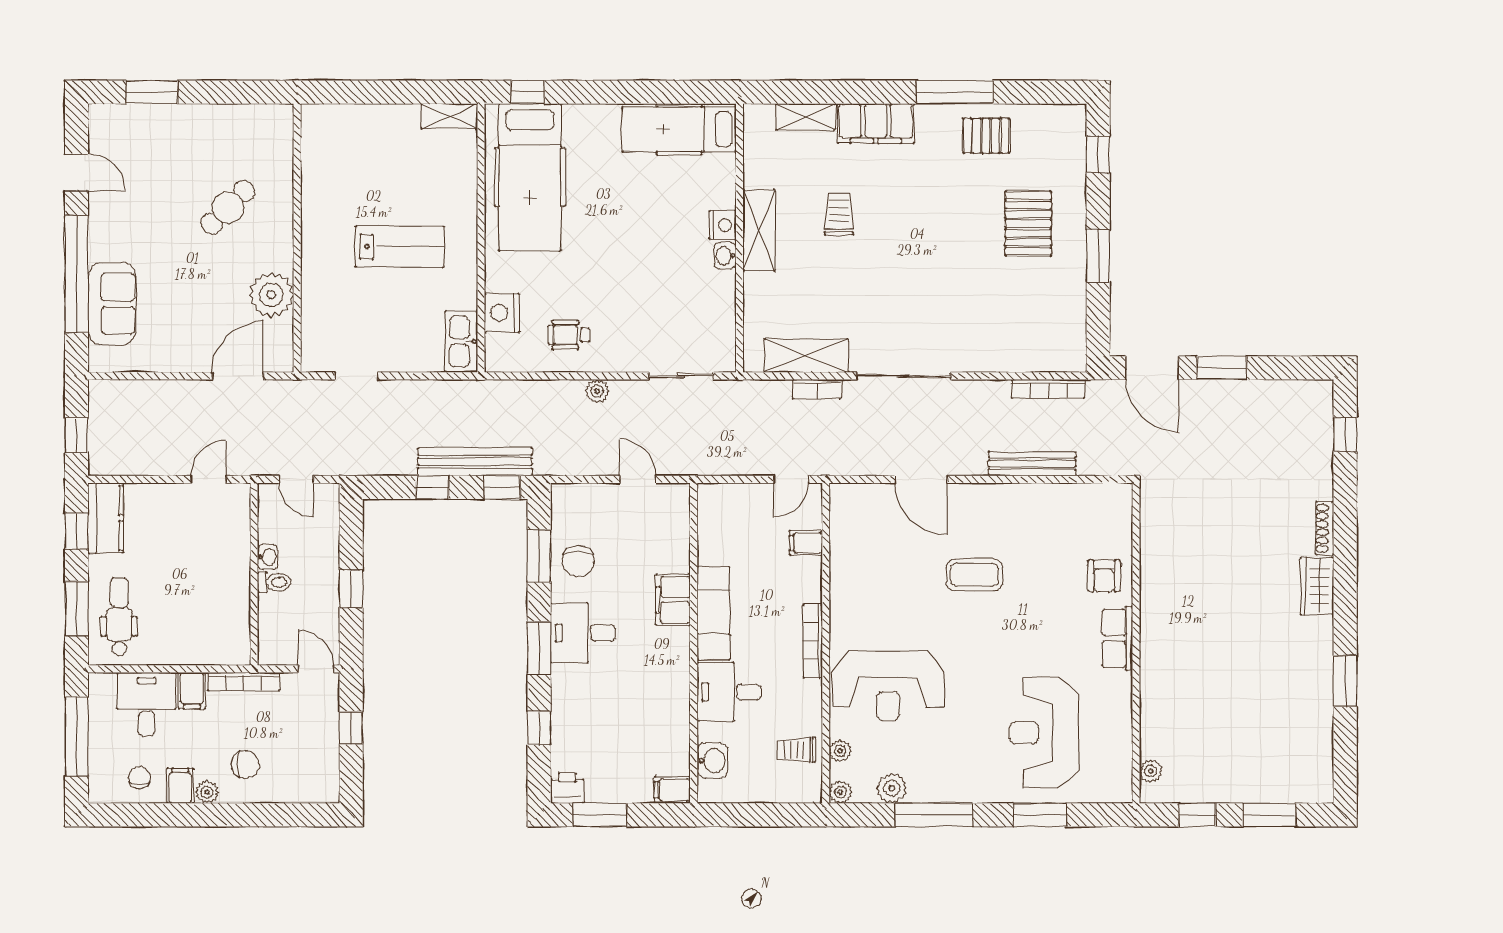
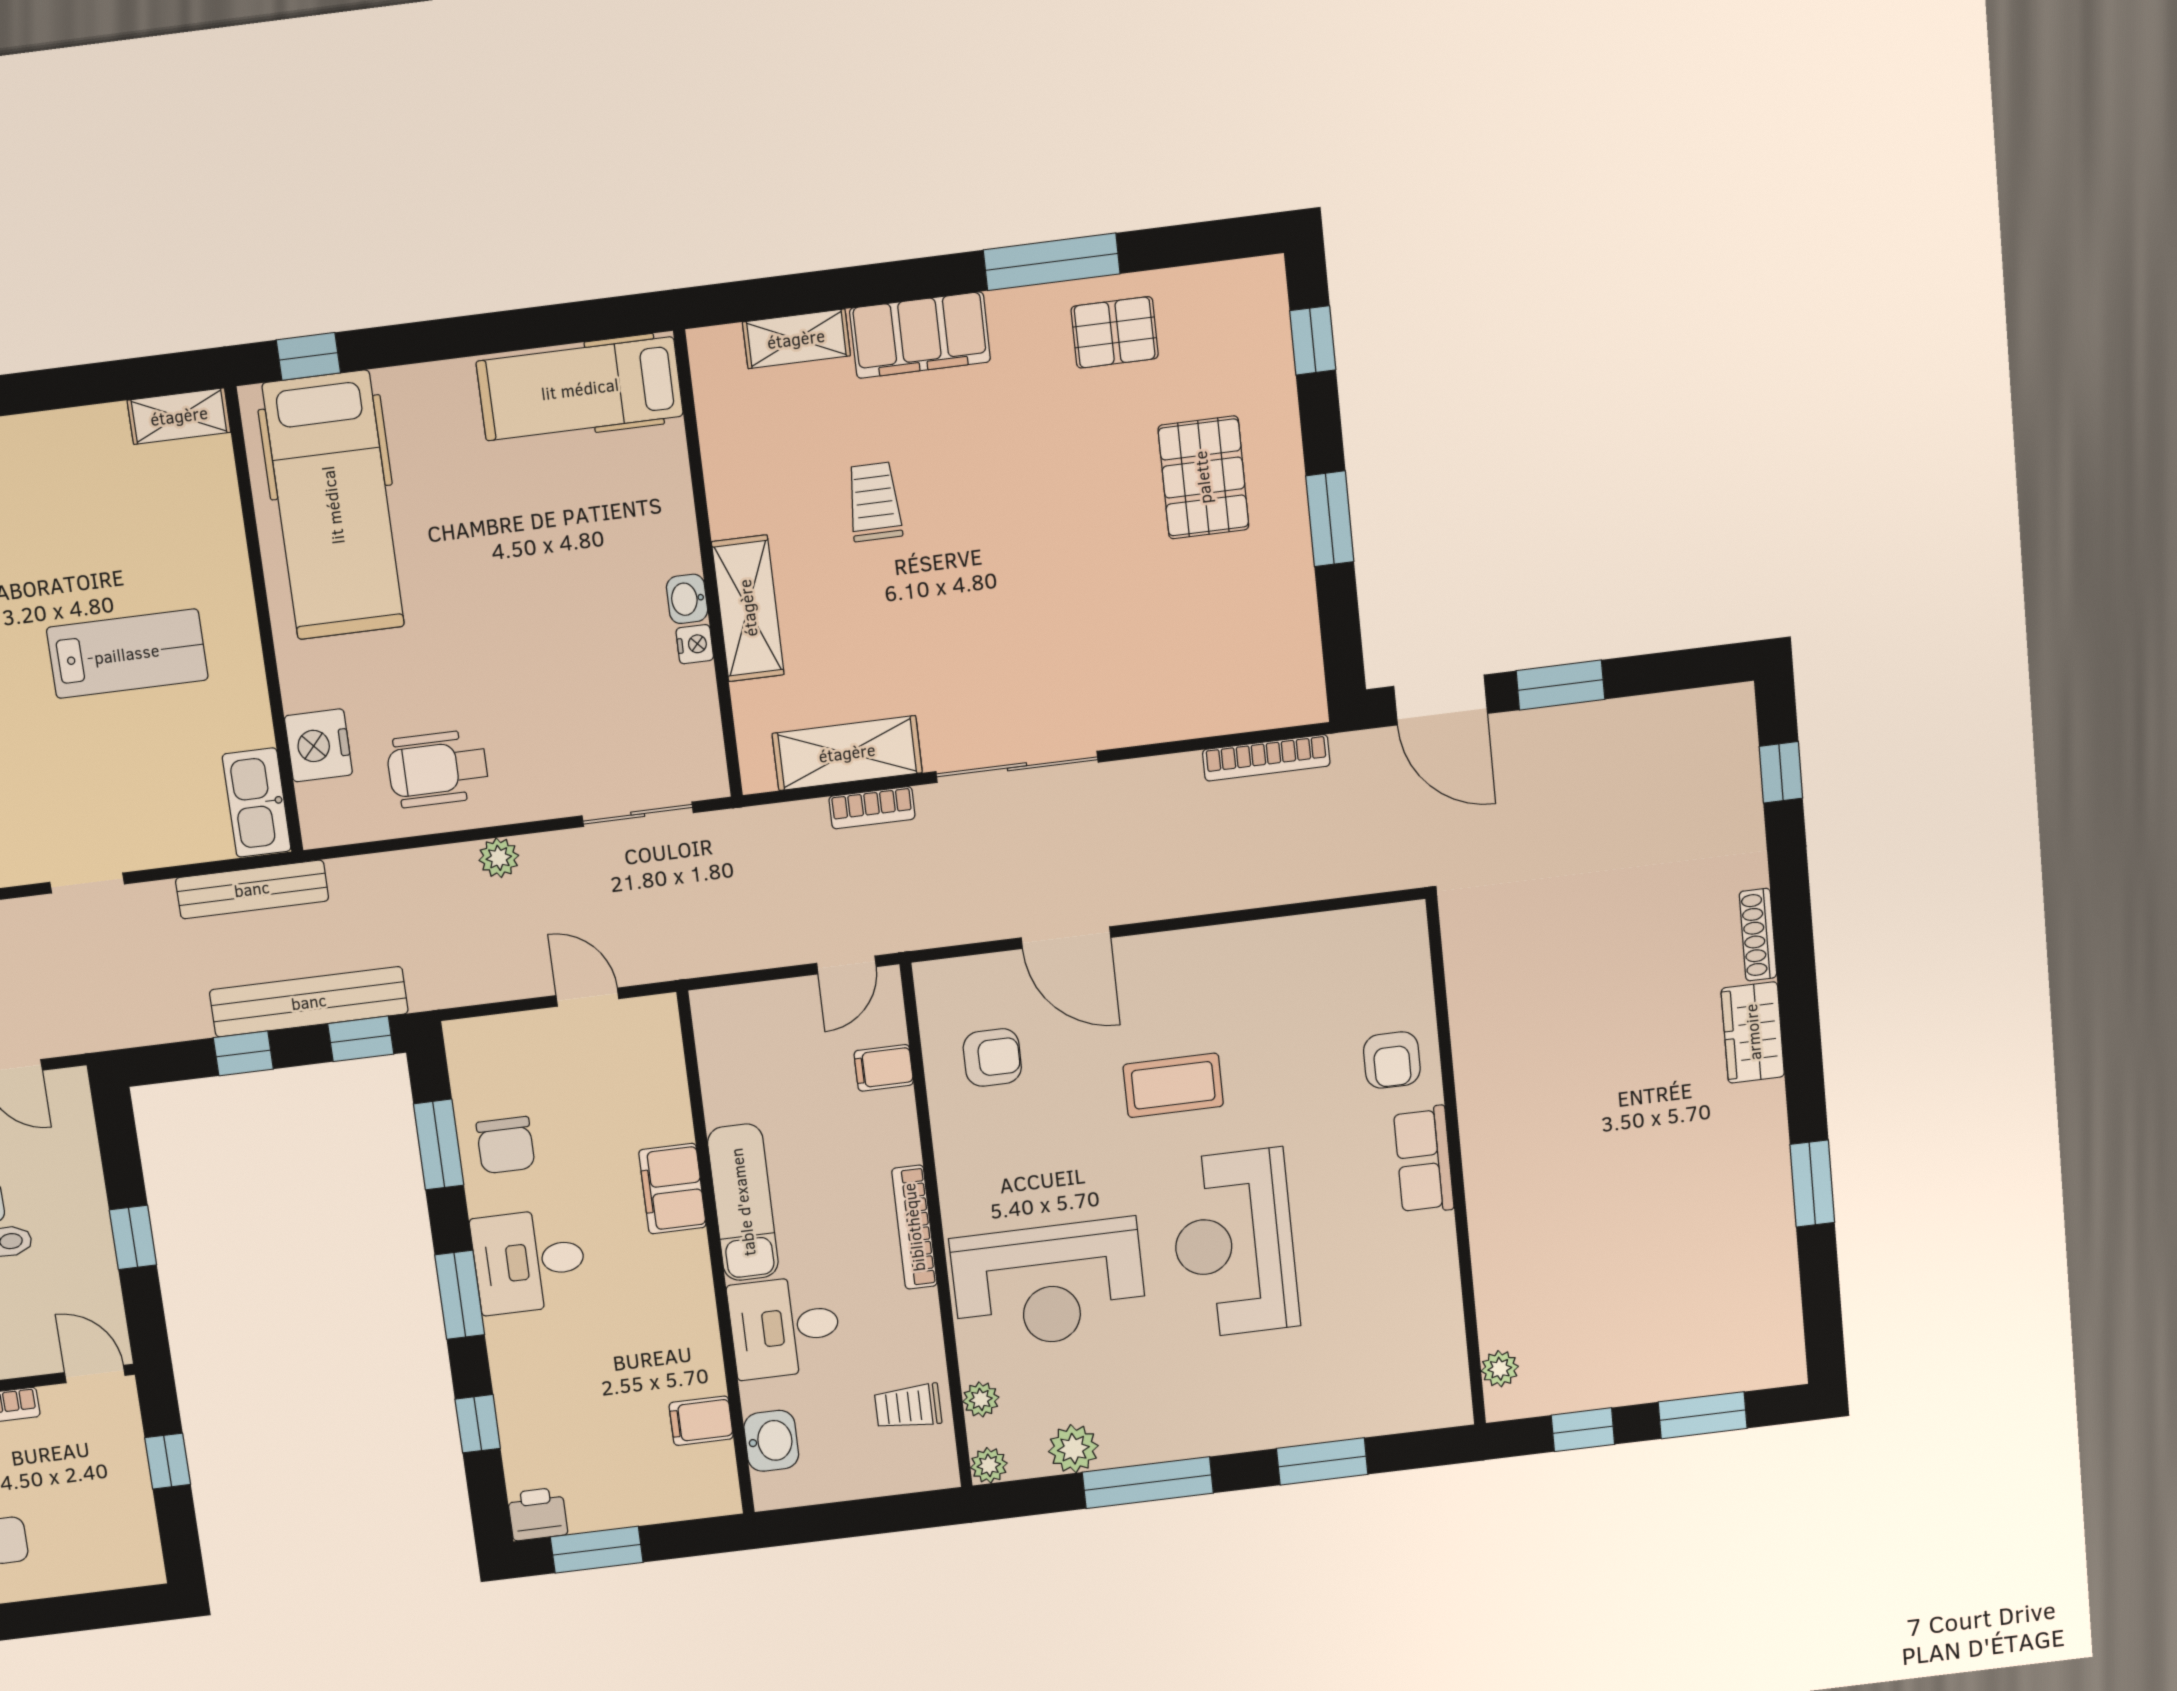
nightstand: (723, 225) -> (695, 644), moved, width x0.72, depth x0.74
shelving: (759, 230) -> (748, 608), moved
wheelchair: (569, 335) -> (438, 769), width x1.36, depth x1.37
bench: (1032, 464) -> (252, 889), moved
armchair: (870, 545) -> (992, 1057), added
reception desk: (1044, 733) -> (1234, 1243), moved
filing cabinet: (672, 790) -> (701, 1421), moved

